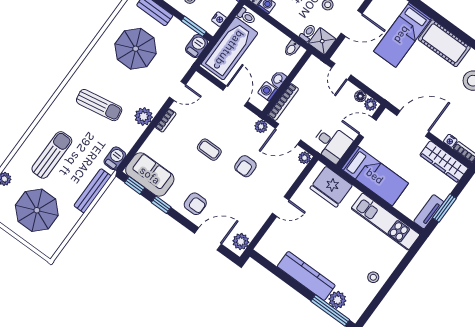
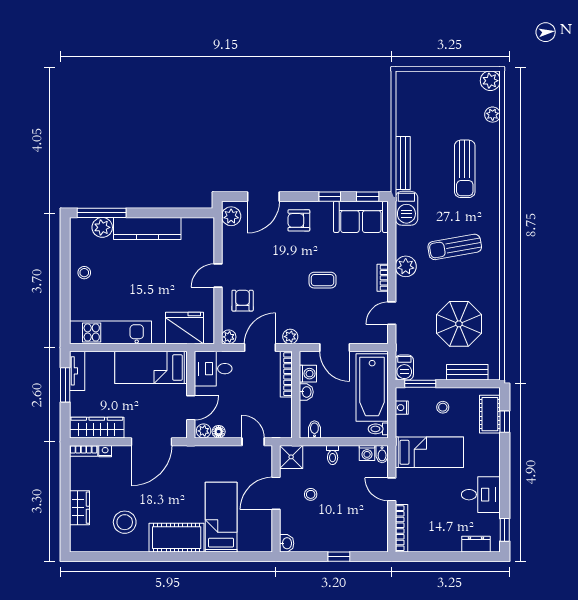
toilet: (308, 33) -> (333, 455), moved
barbecue: (115, 158) -> (406, 208), width x1.38, depth x1.27
armchair: (245, 166) -> (243, 301), moved
parasol: (37, 210) -> (441, 107), removed

